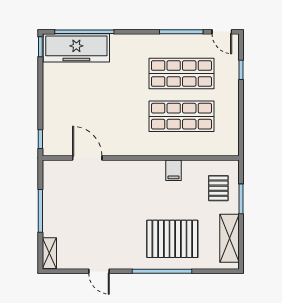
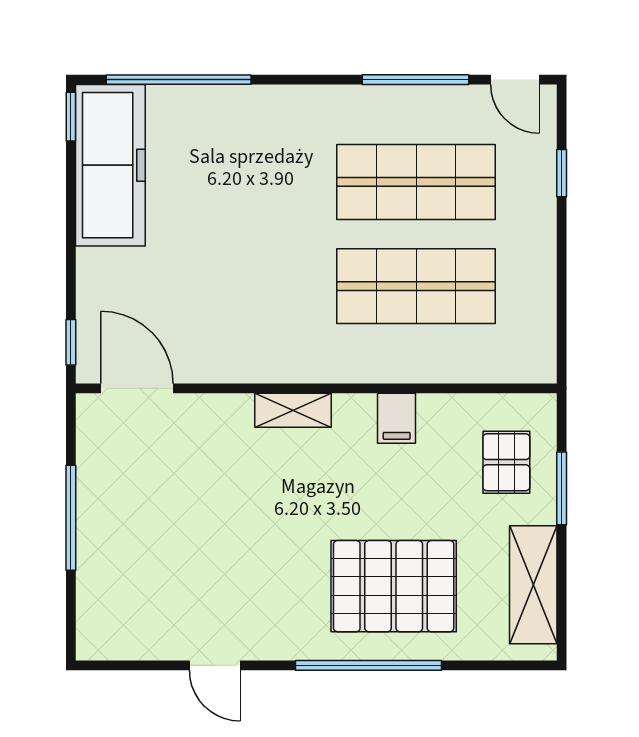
freezer: (76, 48) -> (110, 165), moved, turned -90
door: (87, 158) -> (137, 388), moved
shelving: (49, 253) -> (293, 410), moved, turned 90

